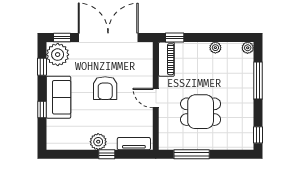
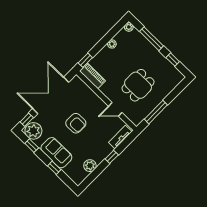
door: (156, 98) -> (115, 109), moved
window: (258, 135) -> (173, 60), moved
plant: (98, 142) -> (90, 166), moved

